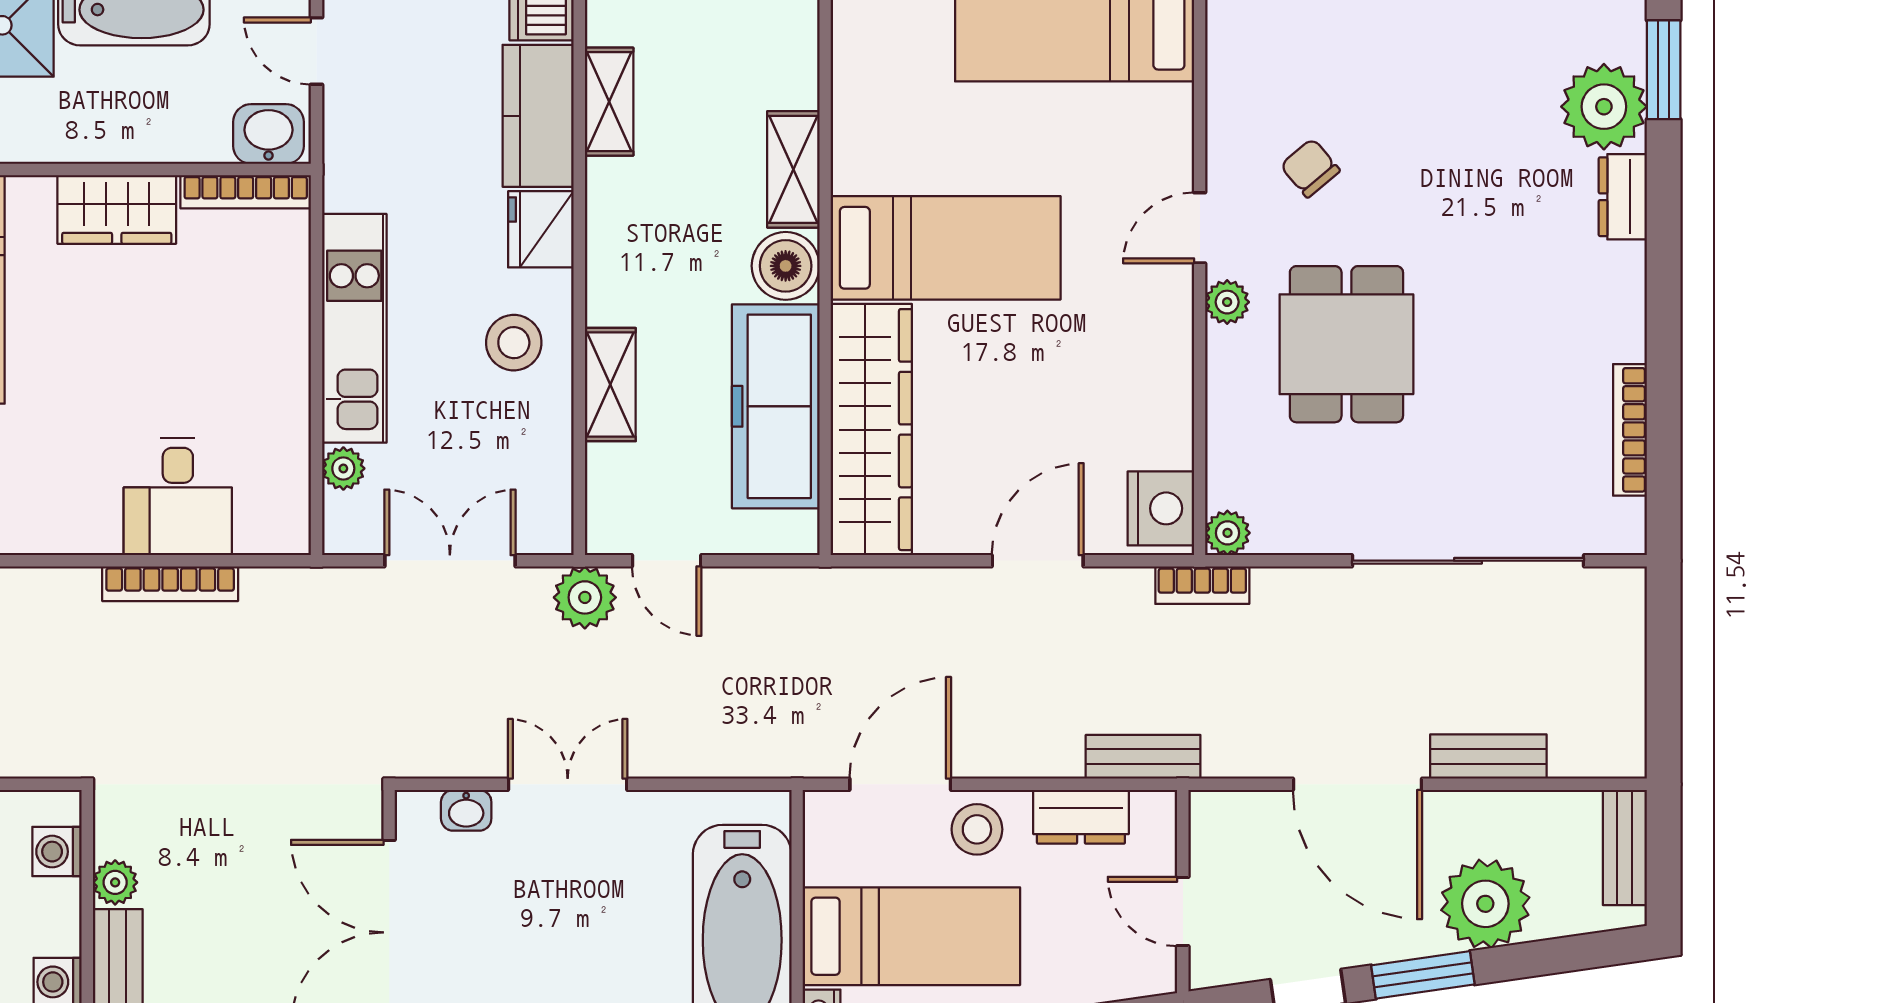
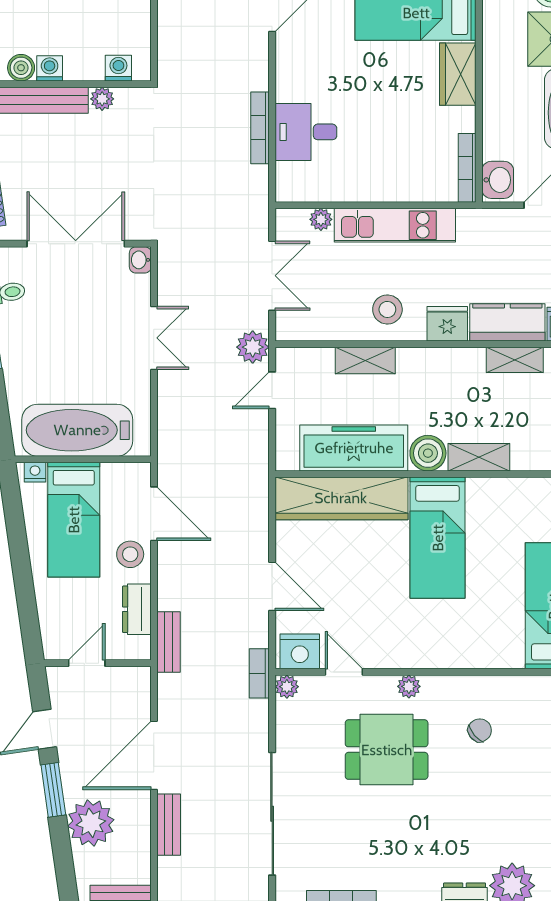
wardrobe: (117, 209) -> (458, 74), moved
door: (1200, 228) -> (344, 672), moved
washbasin: (466, 810) -> (140, 260), moved

